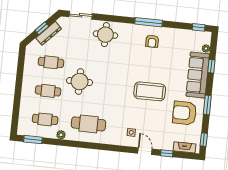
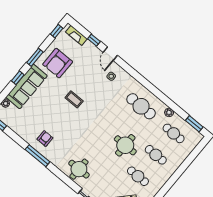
window: (211, 66) -> (18, 78), moved
coffee table: (150, 91) -> (74, 99), width x0.54, depth x0.58
armchair: (185, 113) -> (58, 63), turned 90

